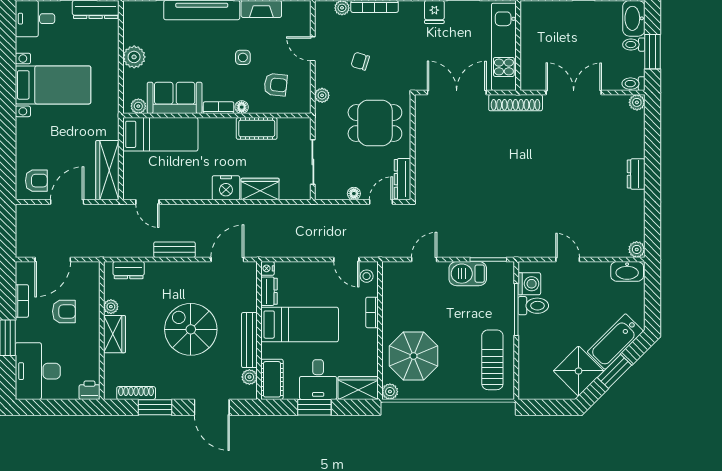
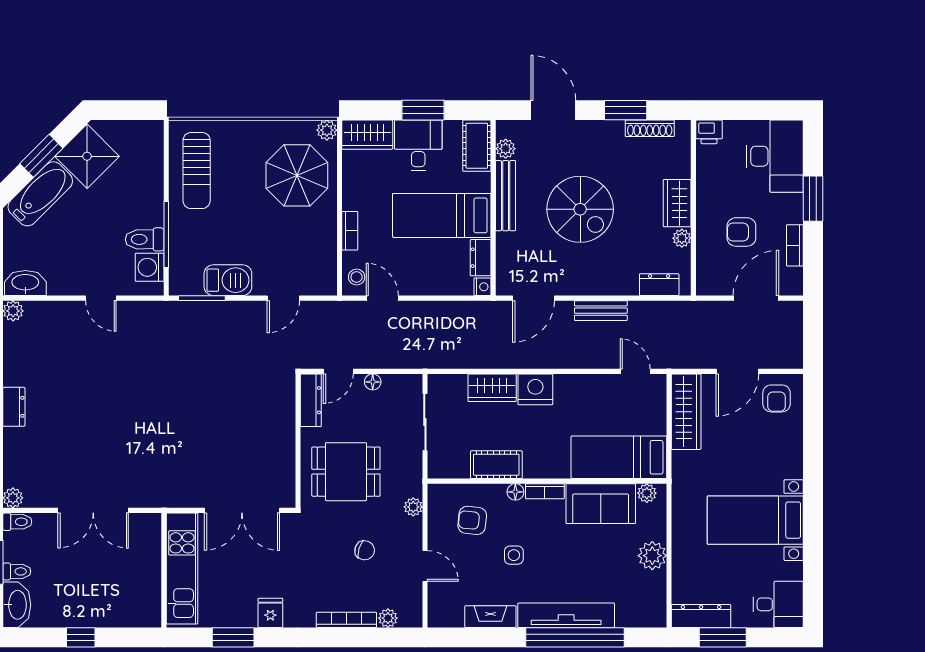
shoe rack: (516, 103) -> (167, 497), removed
armchair: (36, 181) -> (777, 398), turned -90

